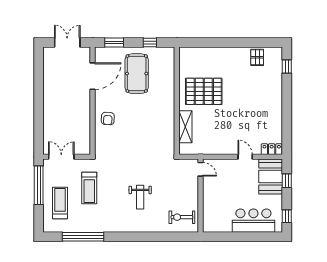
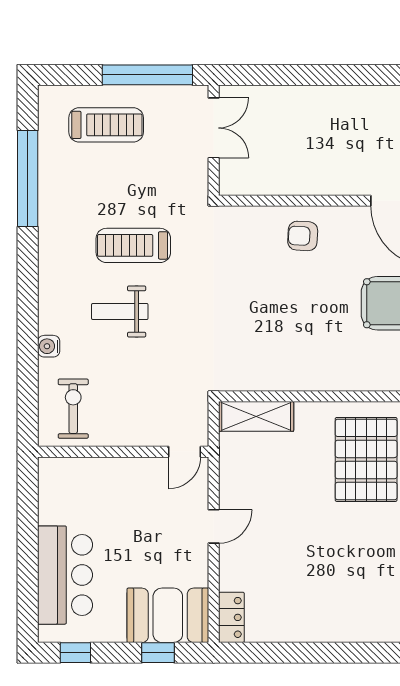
shelving: (185, 127) -> (256, 416), moved
door: (245, 157) -> (214, 526), moved
treadmill: (89, 188) -> (133, 245), moved
water cooler: (155, 228) -> (49, 346), added

